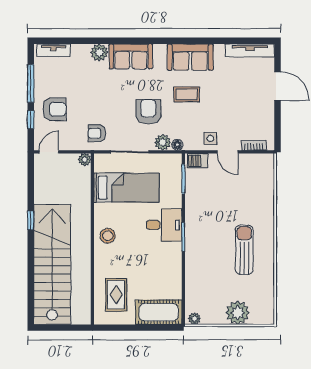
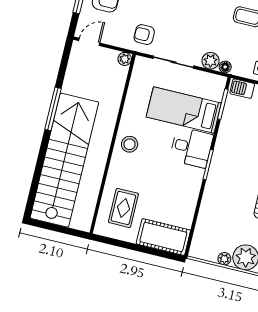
armchair: (148, 112) -> (203, 25), removed
bed: (126, 188) -> (184, 110), moved, turned 180
window: (31, 220) -> (53, 109), width x2.17
plant: (194, 319) -> (224, 259), moved

